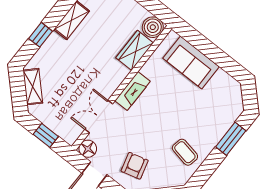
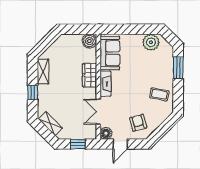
wardrobe: (135, 50) -> (90, 75), moved
sofa: (191, 62) -> (110, 53), moved, turned -90
plant: (223, 85) -> (151, 42), added

